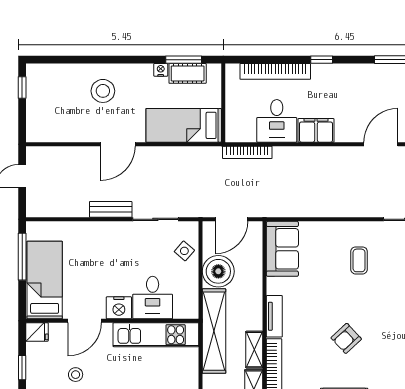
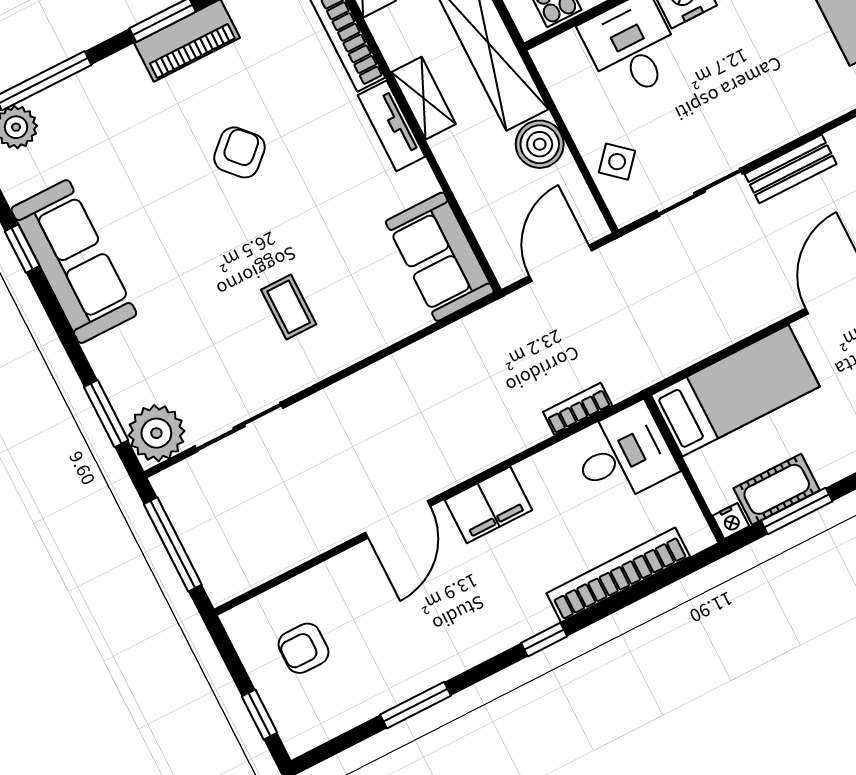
nightstand: (161, 70) -> (731, 521), moved
desk: (277, 121) -> (623, 455), moved, turned 90
door: (381, 144) -> (398, 519), moved
bookcase: (247, 152) -> (578, 409), width x0.64
boiler: (218, 271) -> (540, 144), width x0.73, depth x0.73
shelving: (254, 350) -> (424, 98), moved

